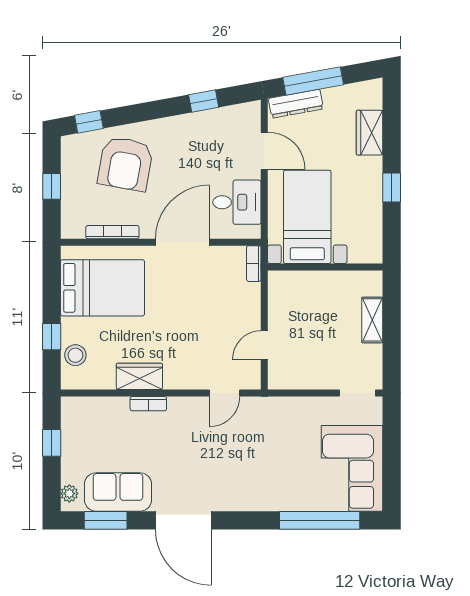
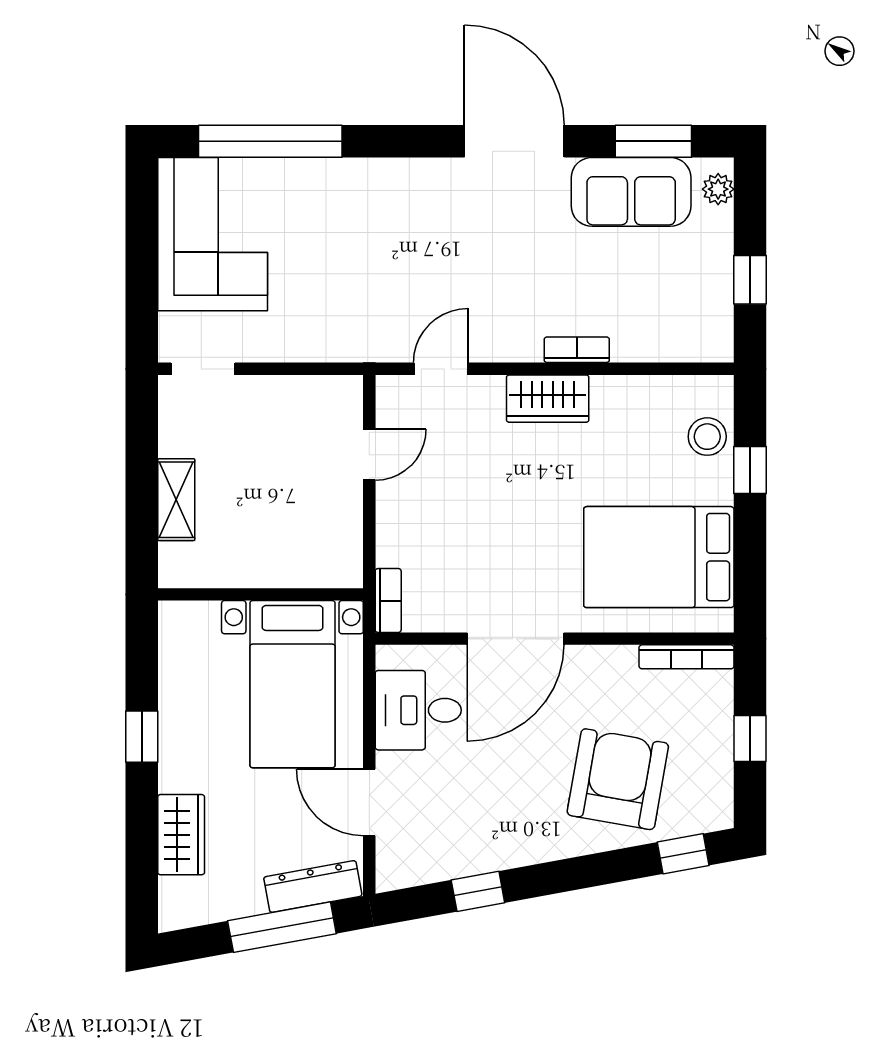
bookcase: (112, 232) -> (687, 657), moved
wardrobe: (139, 376) -> (548, 399), moved

